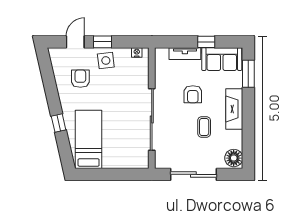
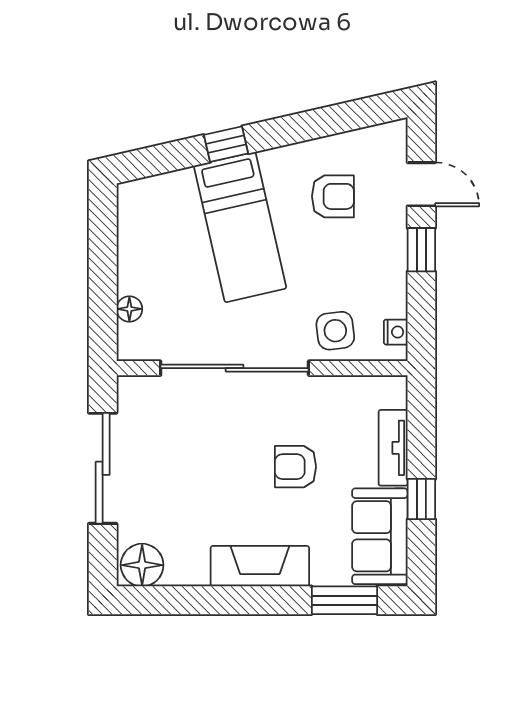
side table: (106, 60) -> (335, 331), moved
coffee table: (204, 127) -> (217, 494), removed
bed: (89, 139) -> (240, 227), moved, turned 77
floor lamp: (127, 163) -> (129, 309), added

